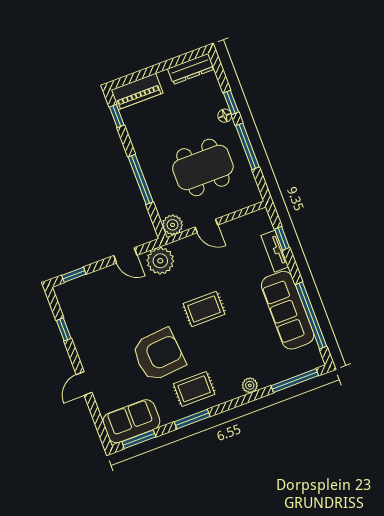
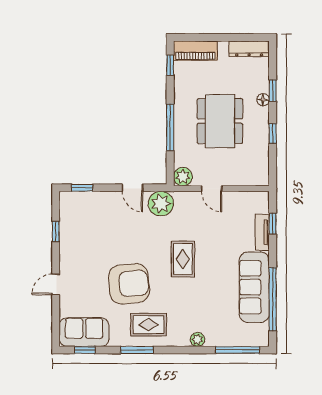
window: (247, 146) -> (273, 133), width x0.46
dining table: (203, 167) -> (220, 121), moved, turned 90
rug: (204, 309) -> (183, 259), turned 90
window: (139, 439) -> (85, 350), width x0.67

